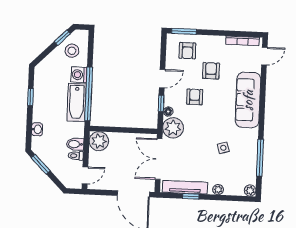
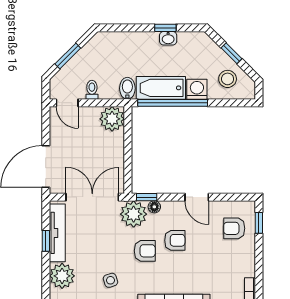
window: (184, 31) -> (259, 223), width x0.67
window: (62, 38) -> (231, 53), moved
armchair: (211, 71) -> (145, 251), moved
window: (161, 103) -> (147, 197), moved
washbasin: (37, 129) -> (168, 38), moved
bidet: (75, 144) -> (127, 88), moved
window: (41, 164) -> (68, 56), moved
plant: (218, 190) -> (62, 276), width x1.88, depth x1.88

